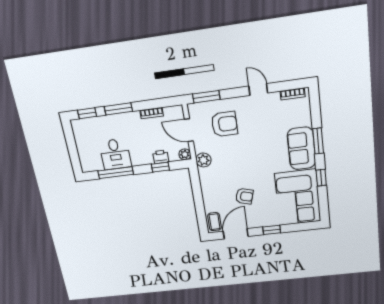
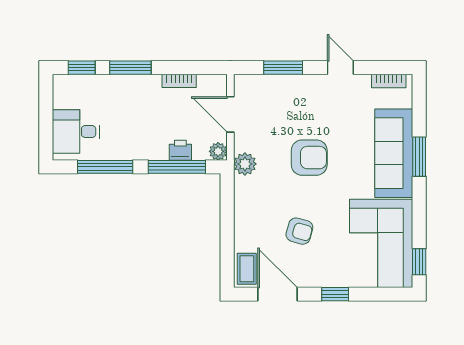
window: (206, 97) -> (283, 68), moved
armchair: (224, 124) -> (309, 158), moved
sofa: (301, 148) -> (394, 153), width x1.36
desk: (115, 154) -> (76, 132), moved, turned 90
window: (160, 167) -> (177, 167), width x2.17
window: (321, 178) -> (419, 262), moved
door: (236, 234) -> (277, 294), hinge flipped

